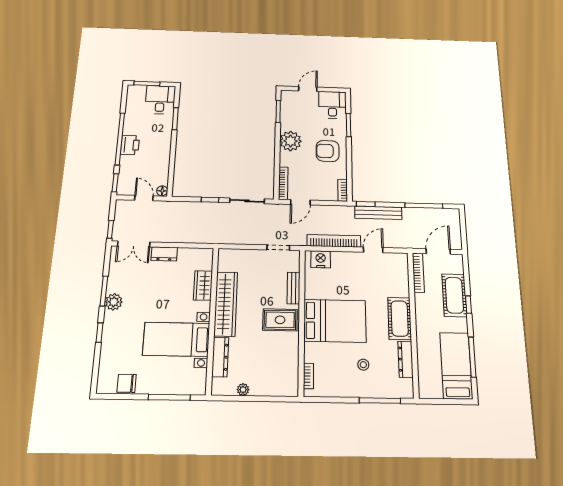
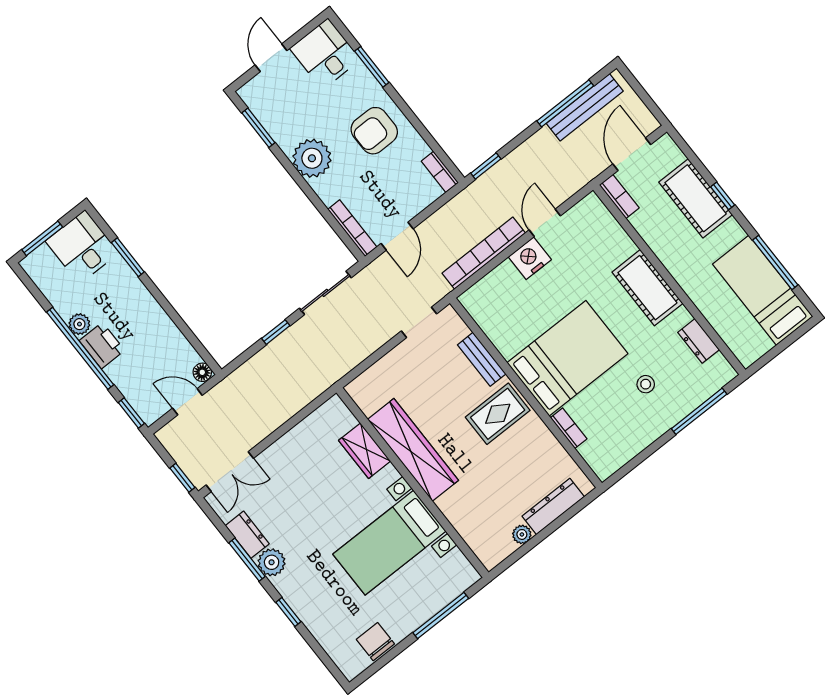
plant: (129, 129) -> (79, 324), added
bench: (378, 213) -> (585, 107), moved
dresser: (164, 254) -> (247, 535), moved, turned -90
nightstand: (321, 259) -> (530, 258), moved
bookcase: (418, 273) -> (619, 196), width x0.64
dresser: (220, 357) -> (553, 506), moved, turned -90
dresser: (406, 359) -> (699, 341), width x0.70
bookcase: (308, 376) -> (569, 428), moved
chair: (127, 383) -> (375, 642), turned 90

